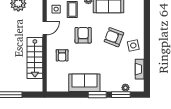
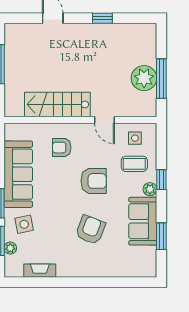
side table: (133, 45) -> (24, 224), moved
sofa: (84, 83) -> (18, 174), width x1.36

